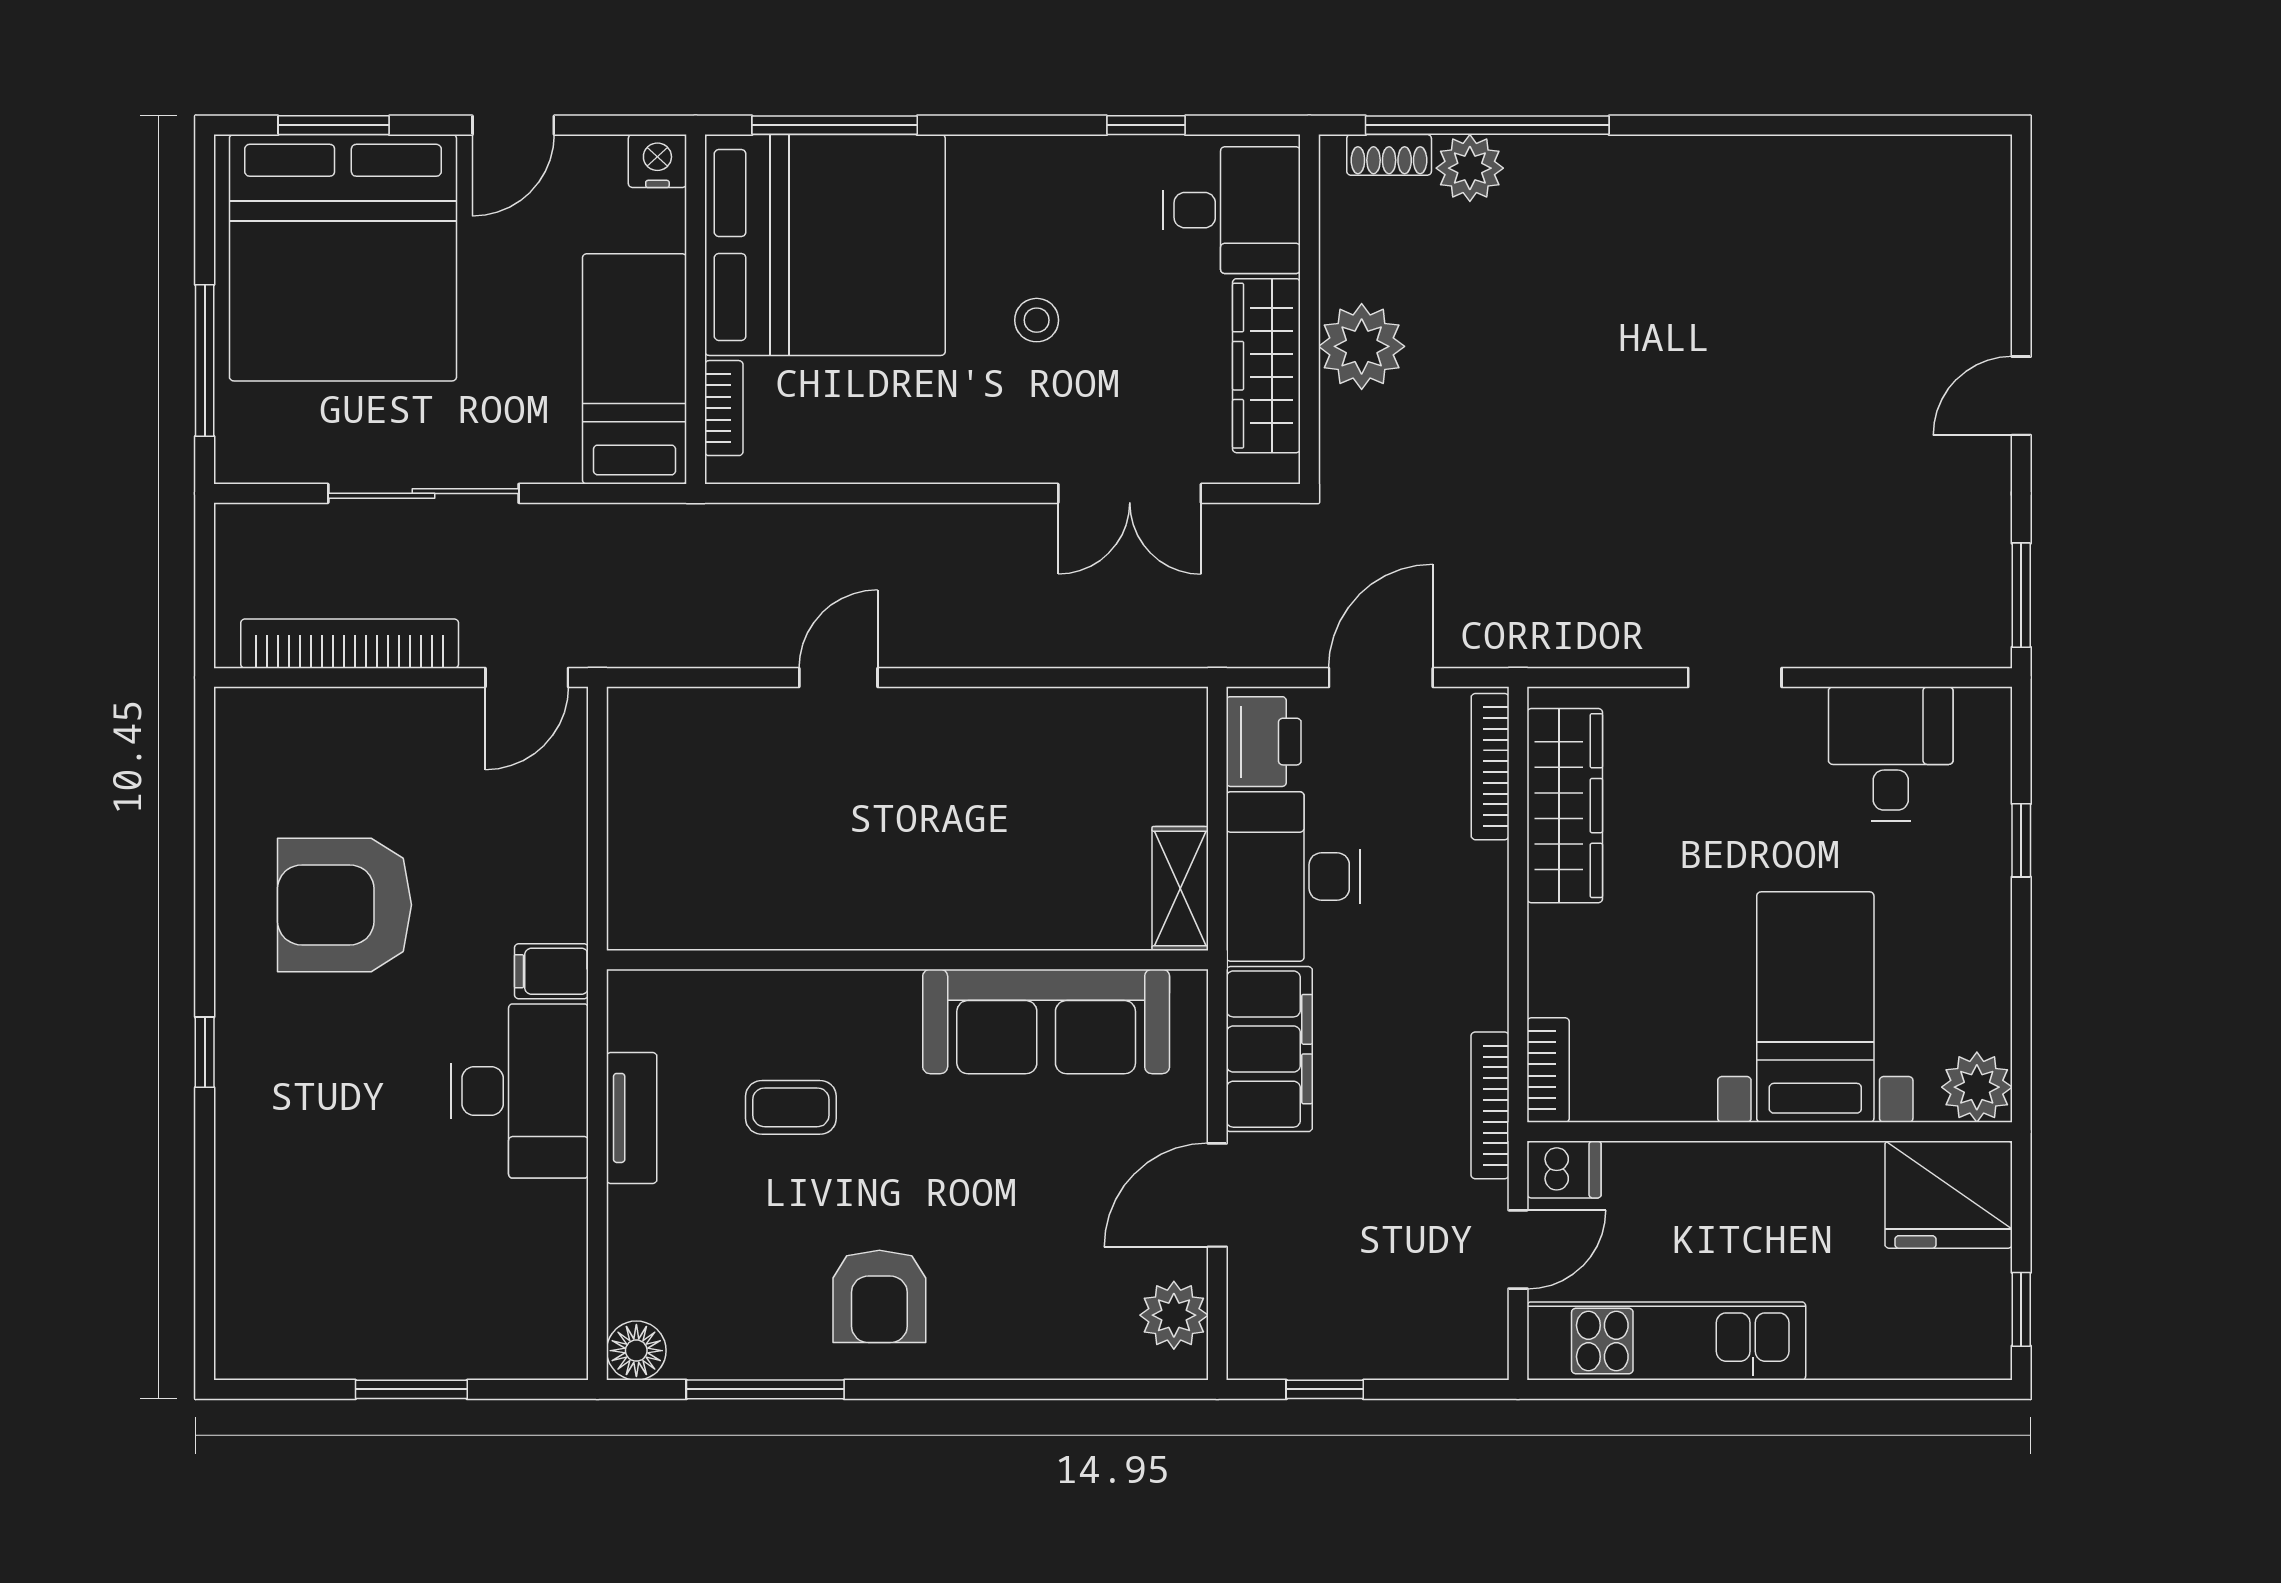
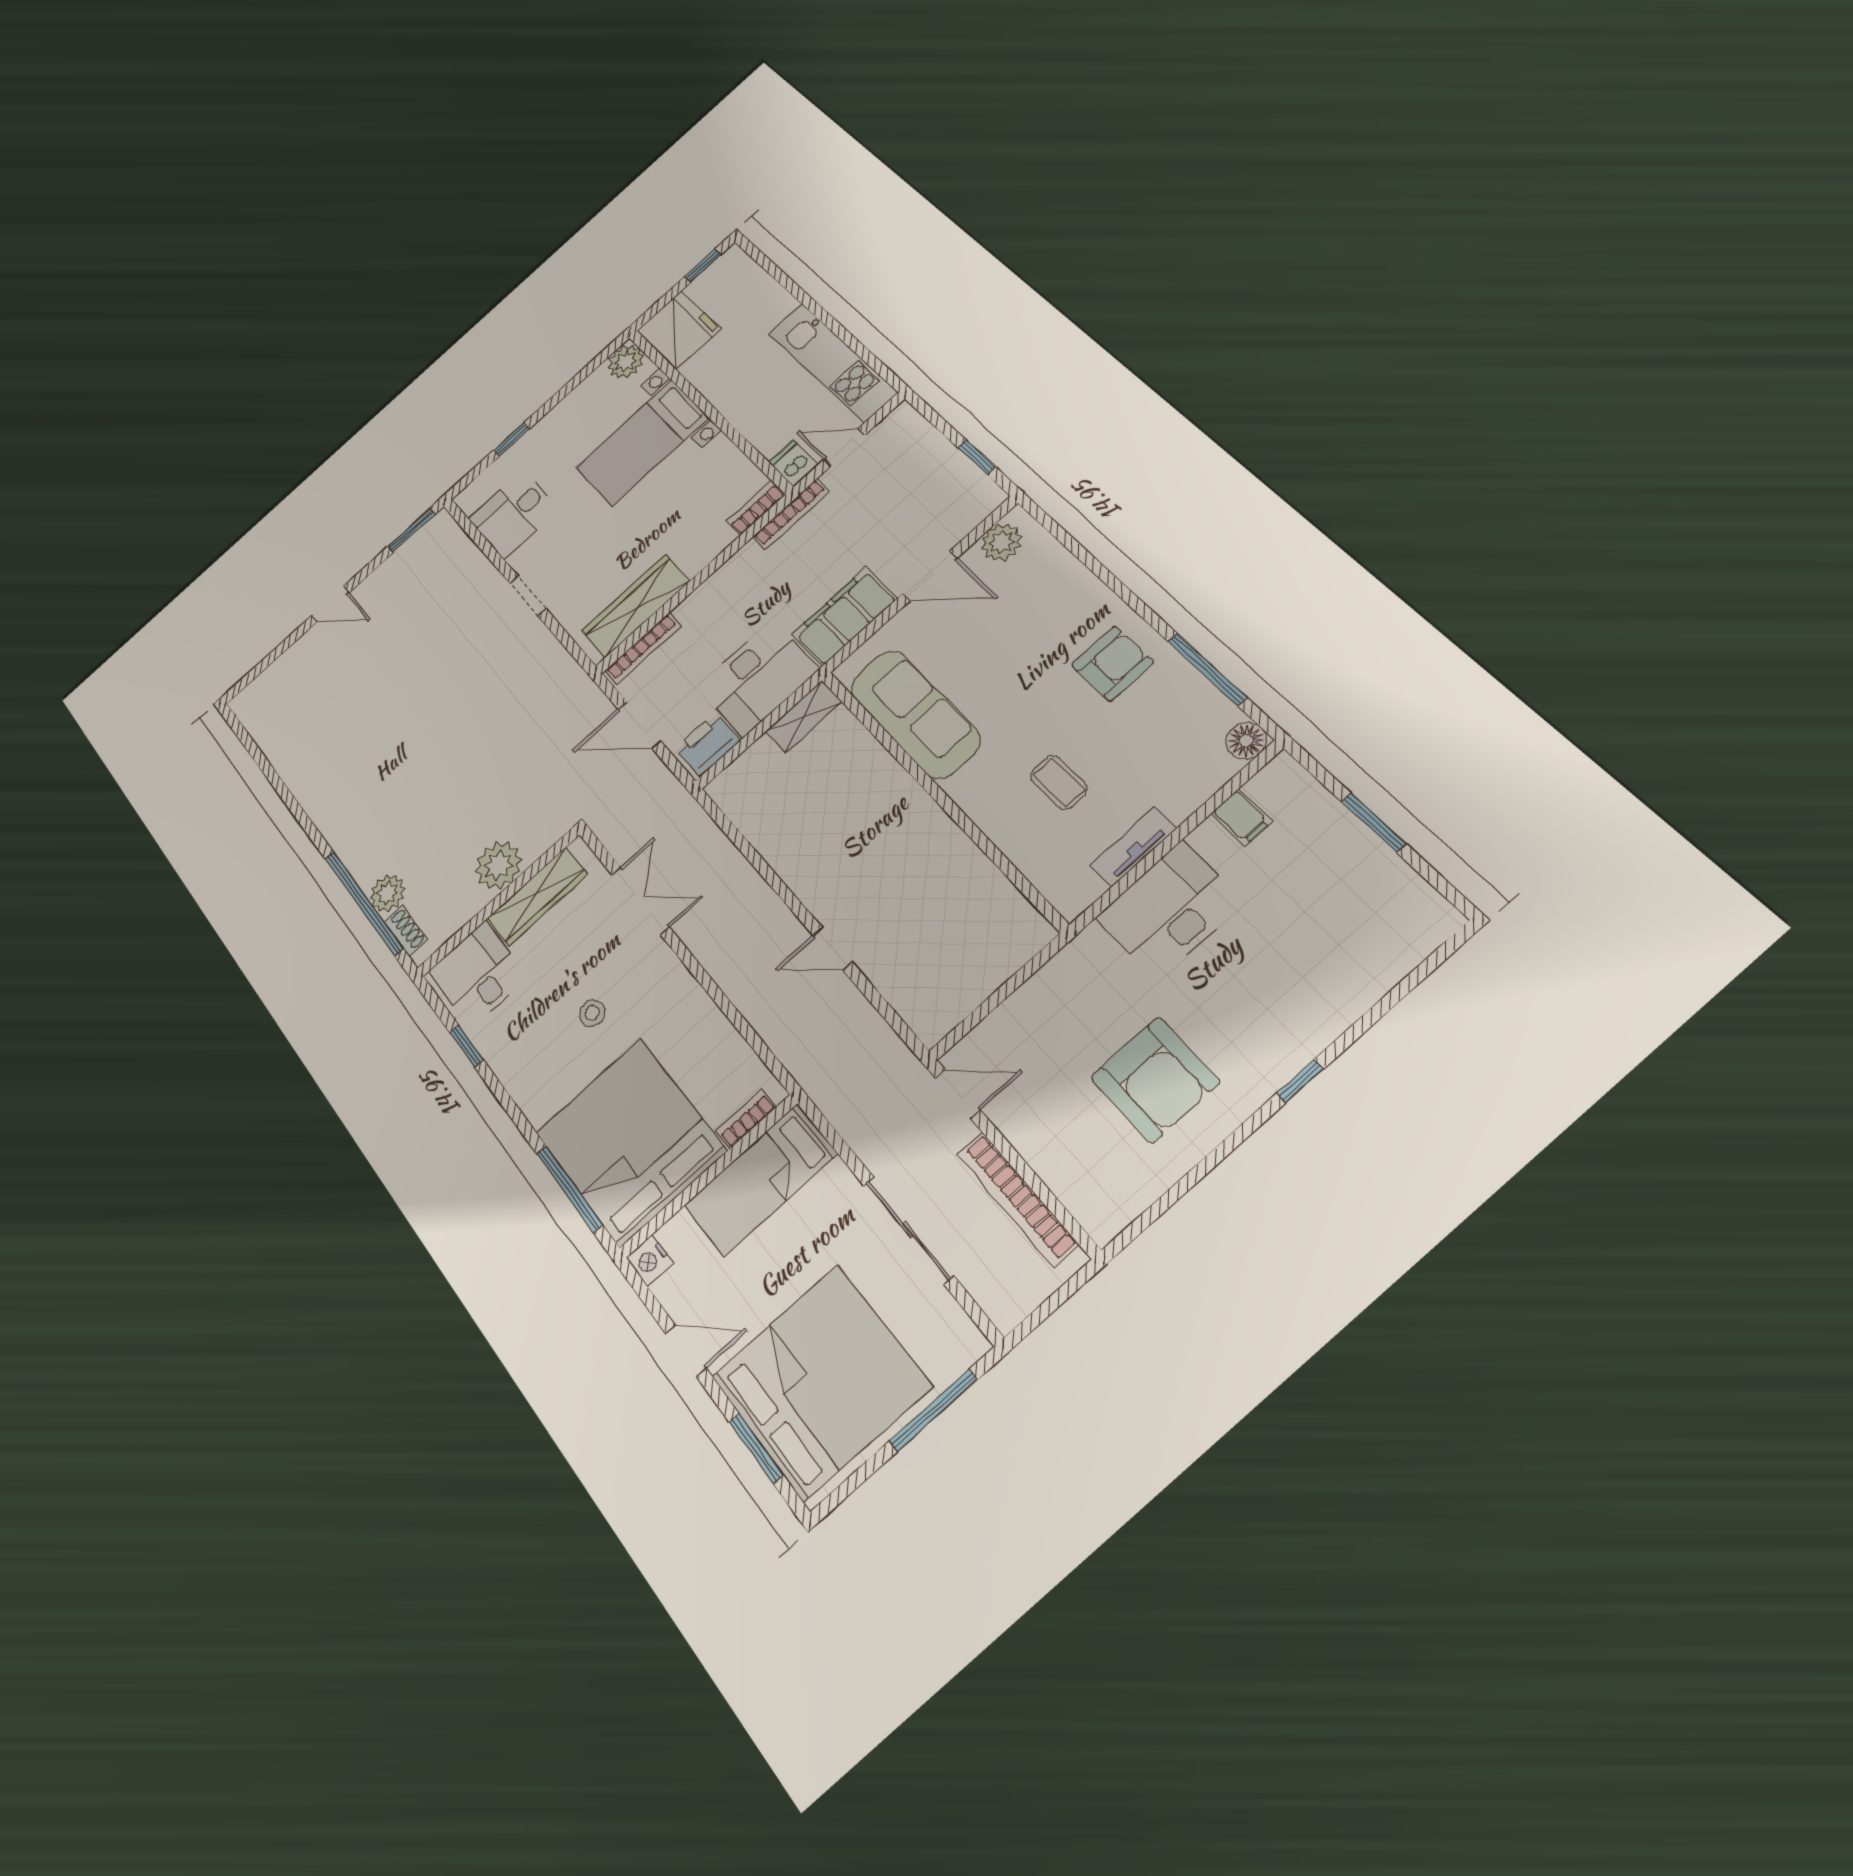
filing cabinet: (551, 971) -> (1242, 817), moved

